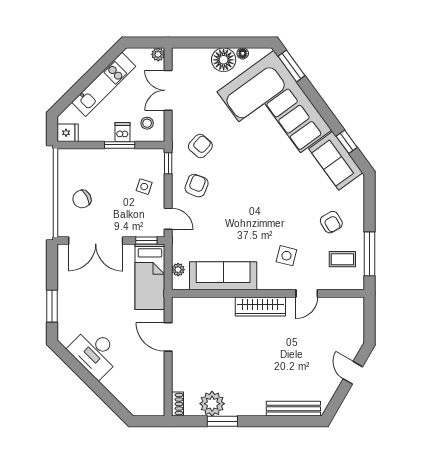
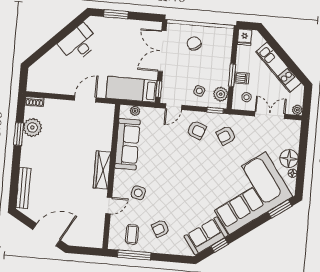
armchair: (200, 146) -> (226, 136), turned 106
plant: (146, 158) -> (221, 94), added
door: (307, 293) -> (109, 205), swing flipped
door: (353, 373) -> (46, 235), width x1.88

